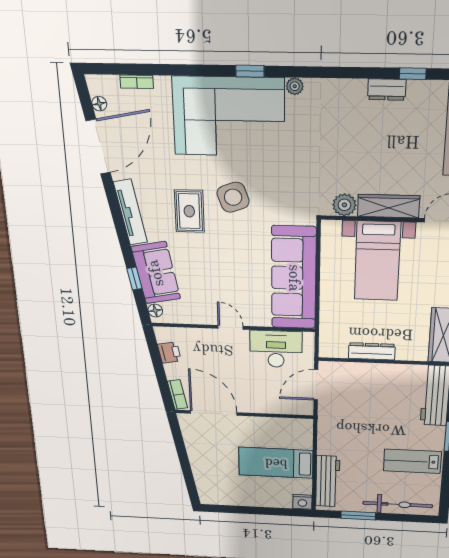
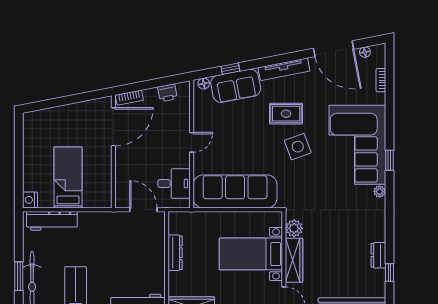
desk: (276, 349) -> (174, 183), width x0.73
window: (358, 516) -> (19, 276), moved

